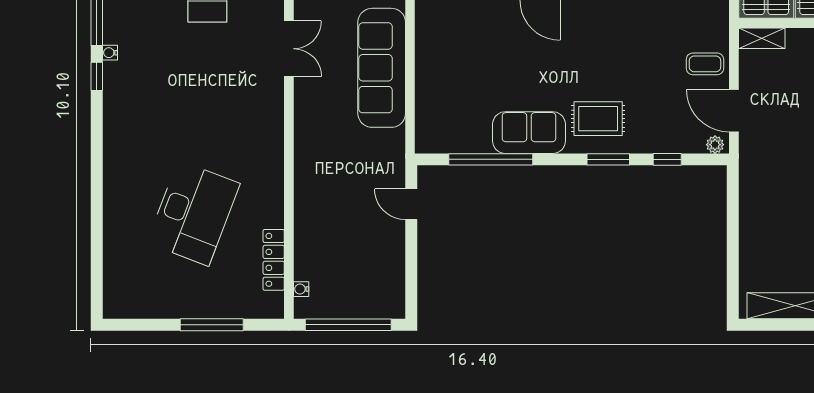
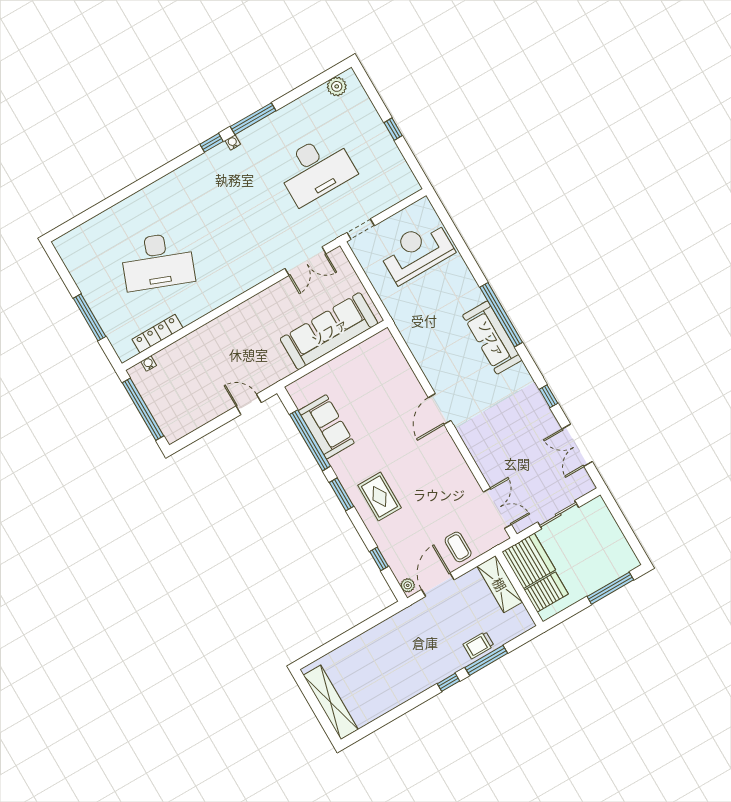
shelving: (762, 38) -> (500, 584), width x1.50, depth x1.33
sofa: (529, 133) -> (326, 427), moved
window: (608, 159) -> (341, 494), moved
door: (411, 204) -> (249, 404), hinge flipped

